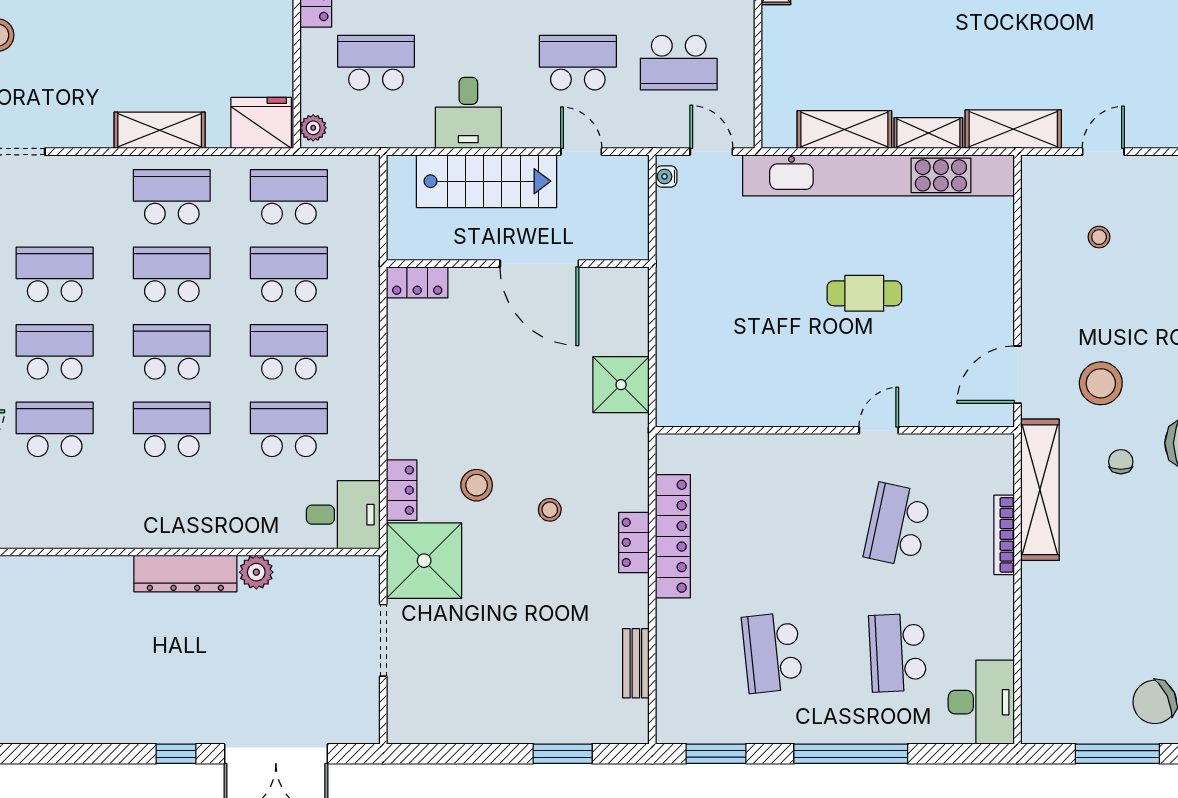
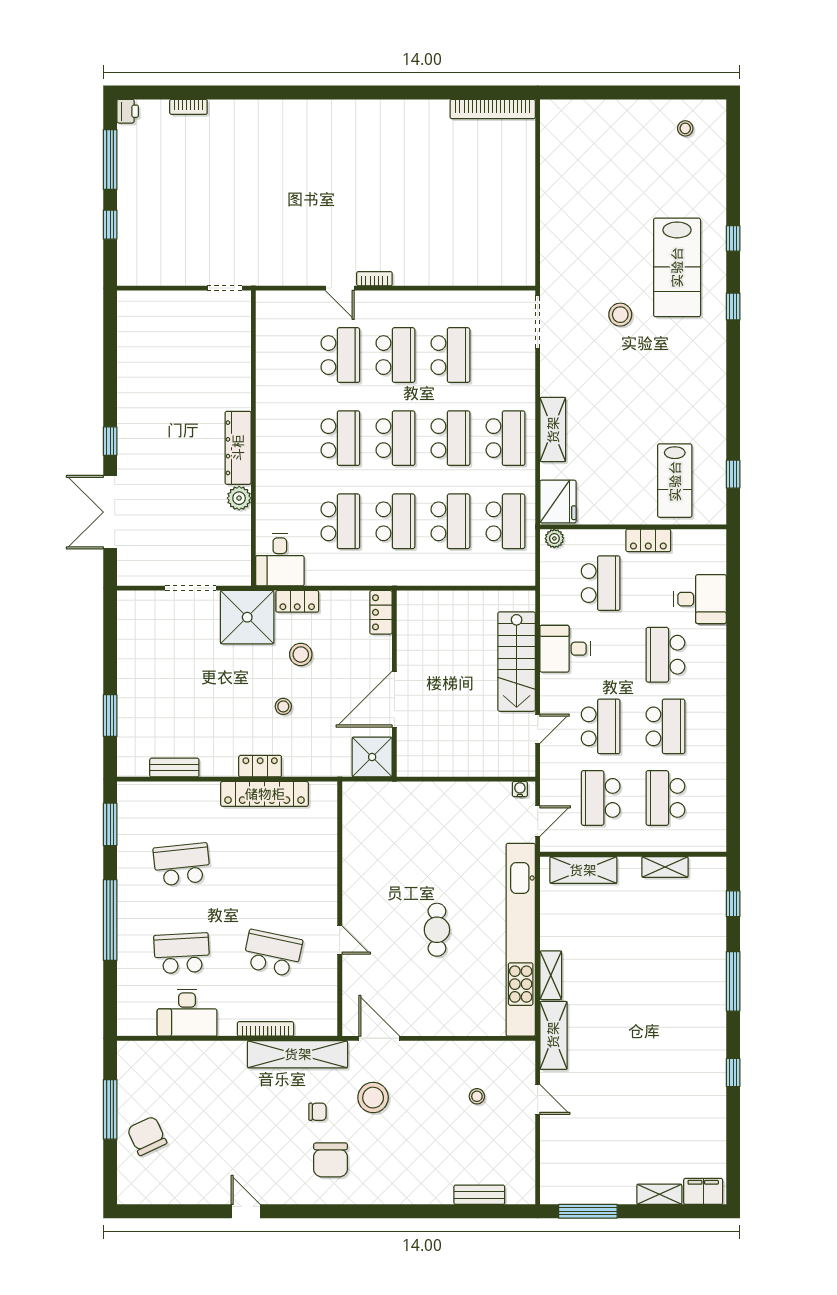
shelving: (844, 130) -> (583, 870), moved, turned 90
wall: (518, 264) -> (394, 684), moved
door: (539, 264) -> (394, 699), moved
locker: (417, 282) -> (381, 612), moved
desk: (981, 702) -> (187, 1013), moved

